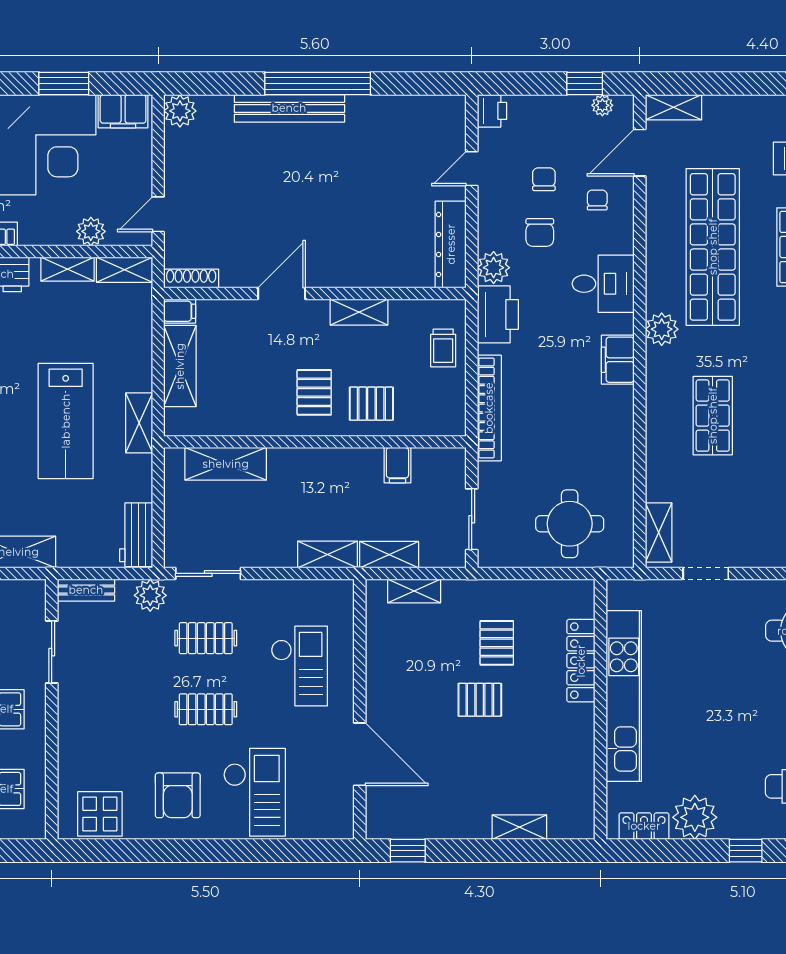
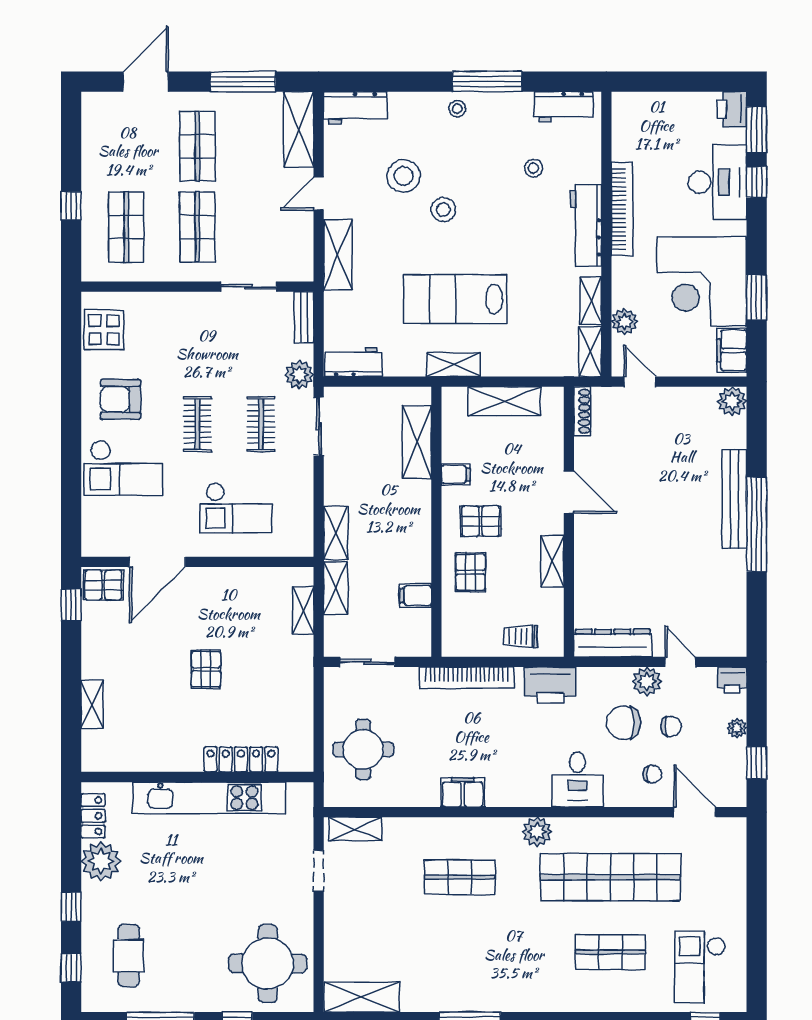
plant: (602, 105) -> (737, 728), moved
shelving: (673, 107) -> (735, 842), removed
chair: (540, 232) -> (623, 723), width x1.37, depth x1.37
plant: (494, 268) -> (647, 681), moved
filing cabinet: (180, 311) -> (456, 474), moved, turned -90
filing cabinet: (618, 360) -> (463, 792), moved
pallet: (497, 643) -> (103, 585), moved

